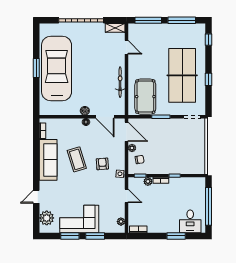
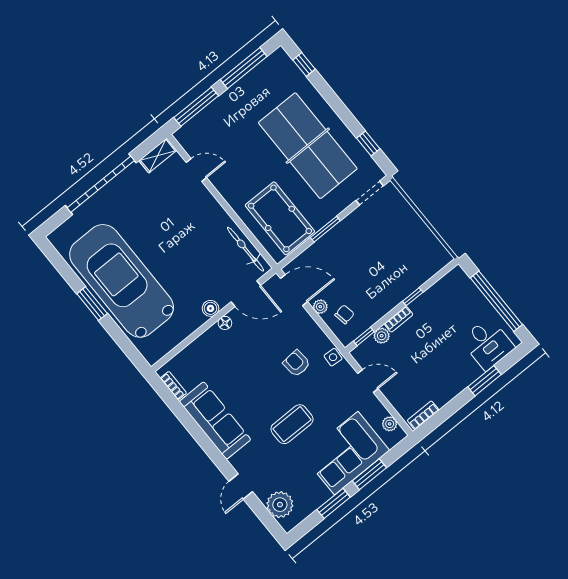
window: (209, 79) -> (368, 143), moved
bicycle: (120, 82) -> (245, 249), moved
coffee table: (77, 159) -> (292, 424), moved, turned -73
corner sofa: (79, 219) -> (346, 453), moved

